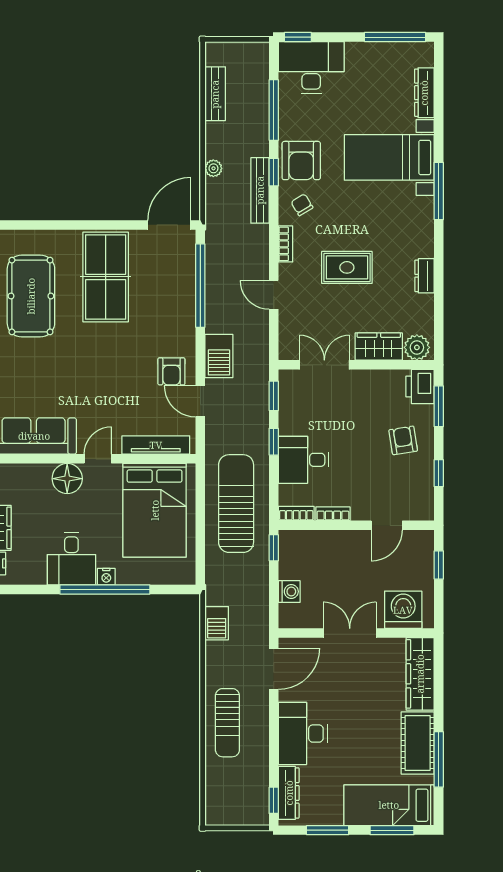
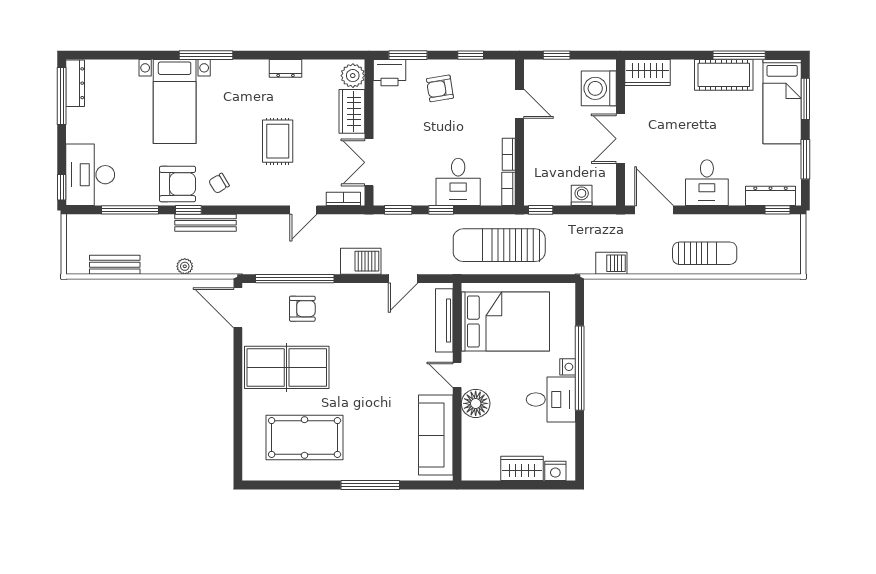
dresser: (424, 93) -> (75, 83), moved, turned -90
bookcase: (285, 244) -> (343, 199), moved
armchair: (171, 371) -> (302, 309), moved
wardrobe: (420, 674) -> (647, 73), width x0.67
desk: (303, 734) -> (707, 183), width x0.73

